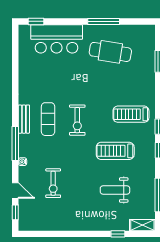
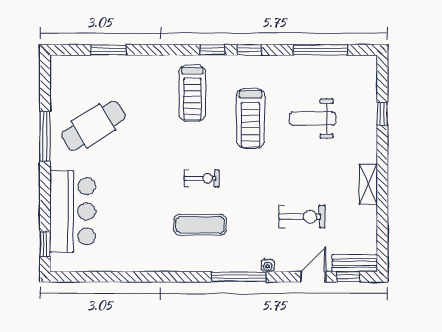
cafe table: (110, 52) -> (93, 126), turned 49
bench: (24, 119) -> (355, 263), moved
exercise bike: (77, 120) -> (202, 178), width x0.73, depth x0.72
weight bench: (115, 190) -> (313, 119), turned 90
shelving: (142, 225) -> (368, 184), moved

